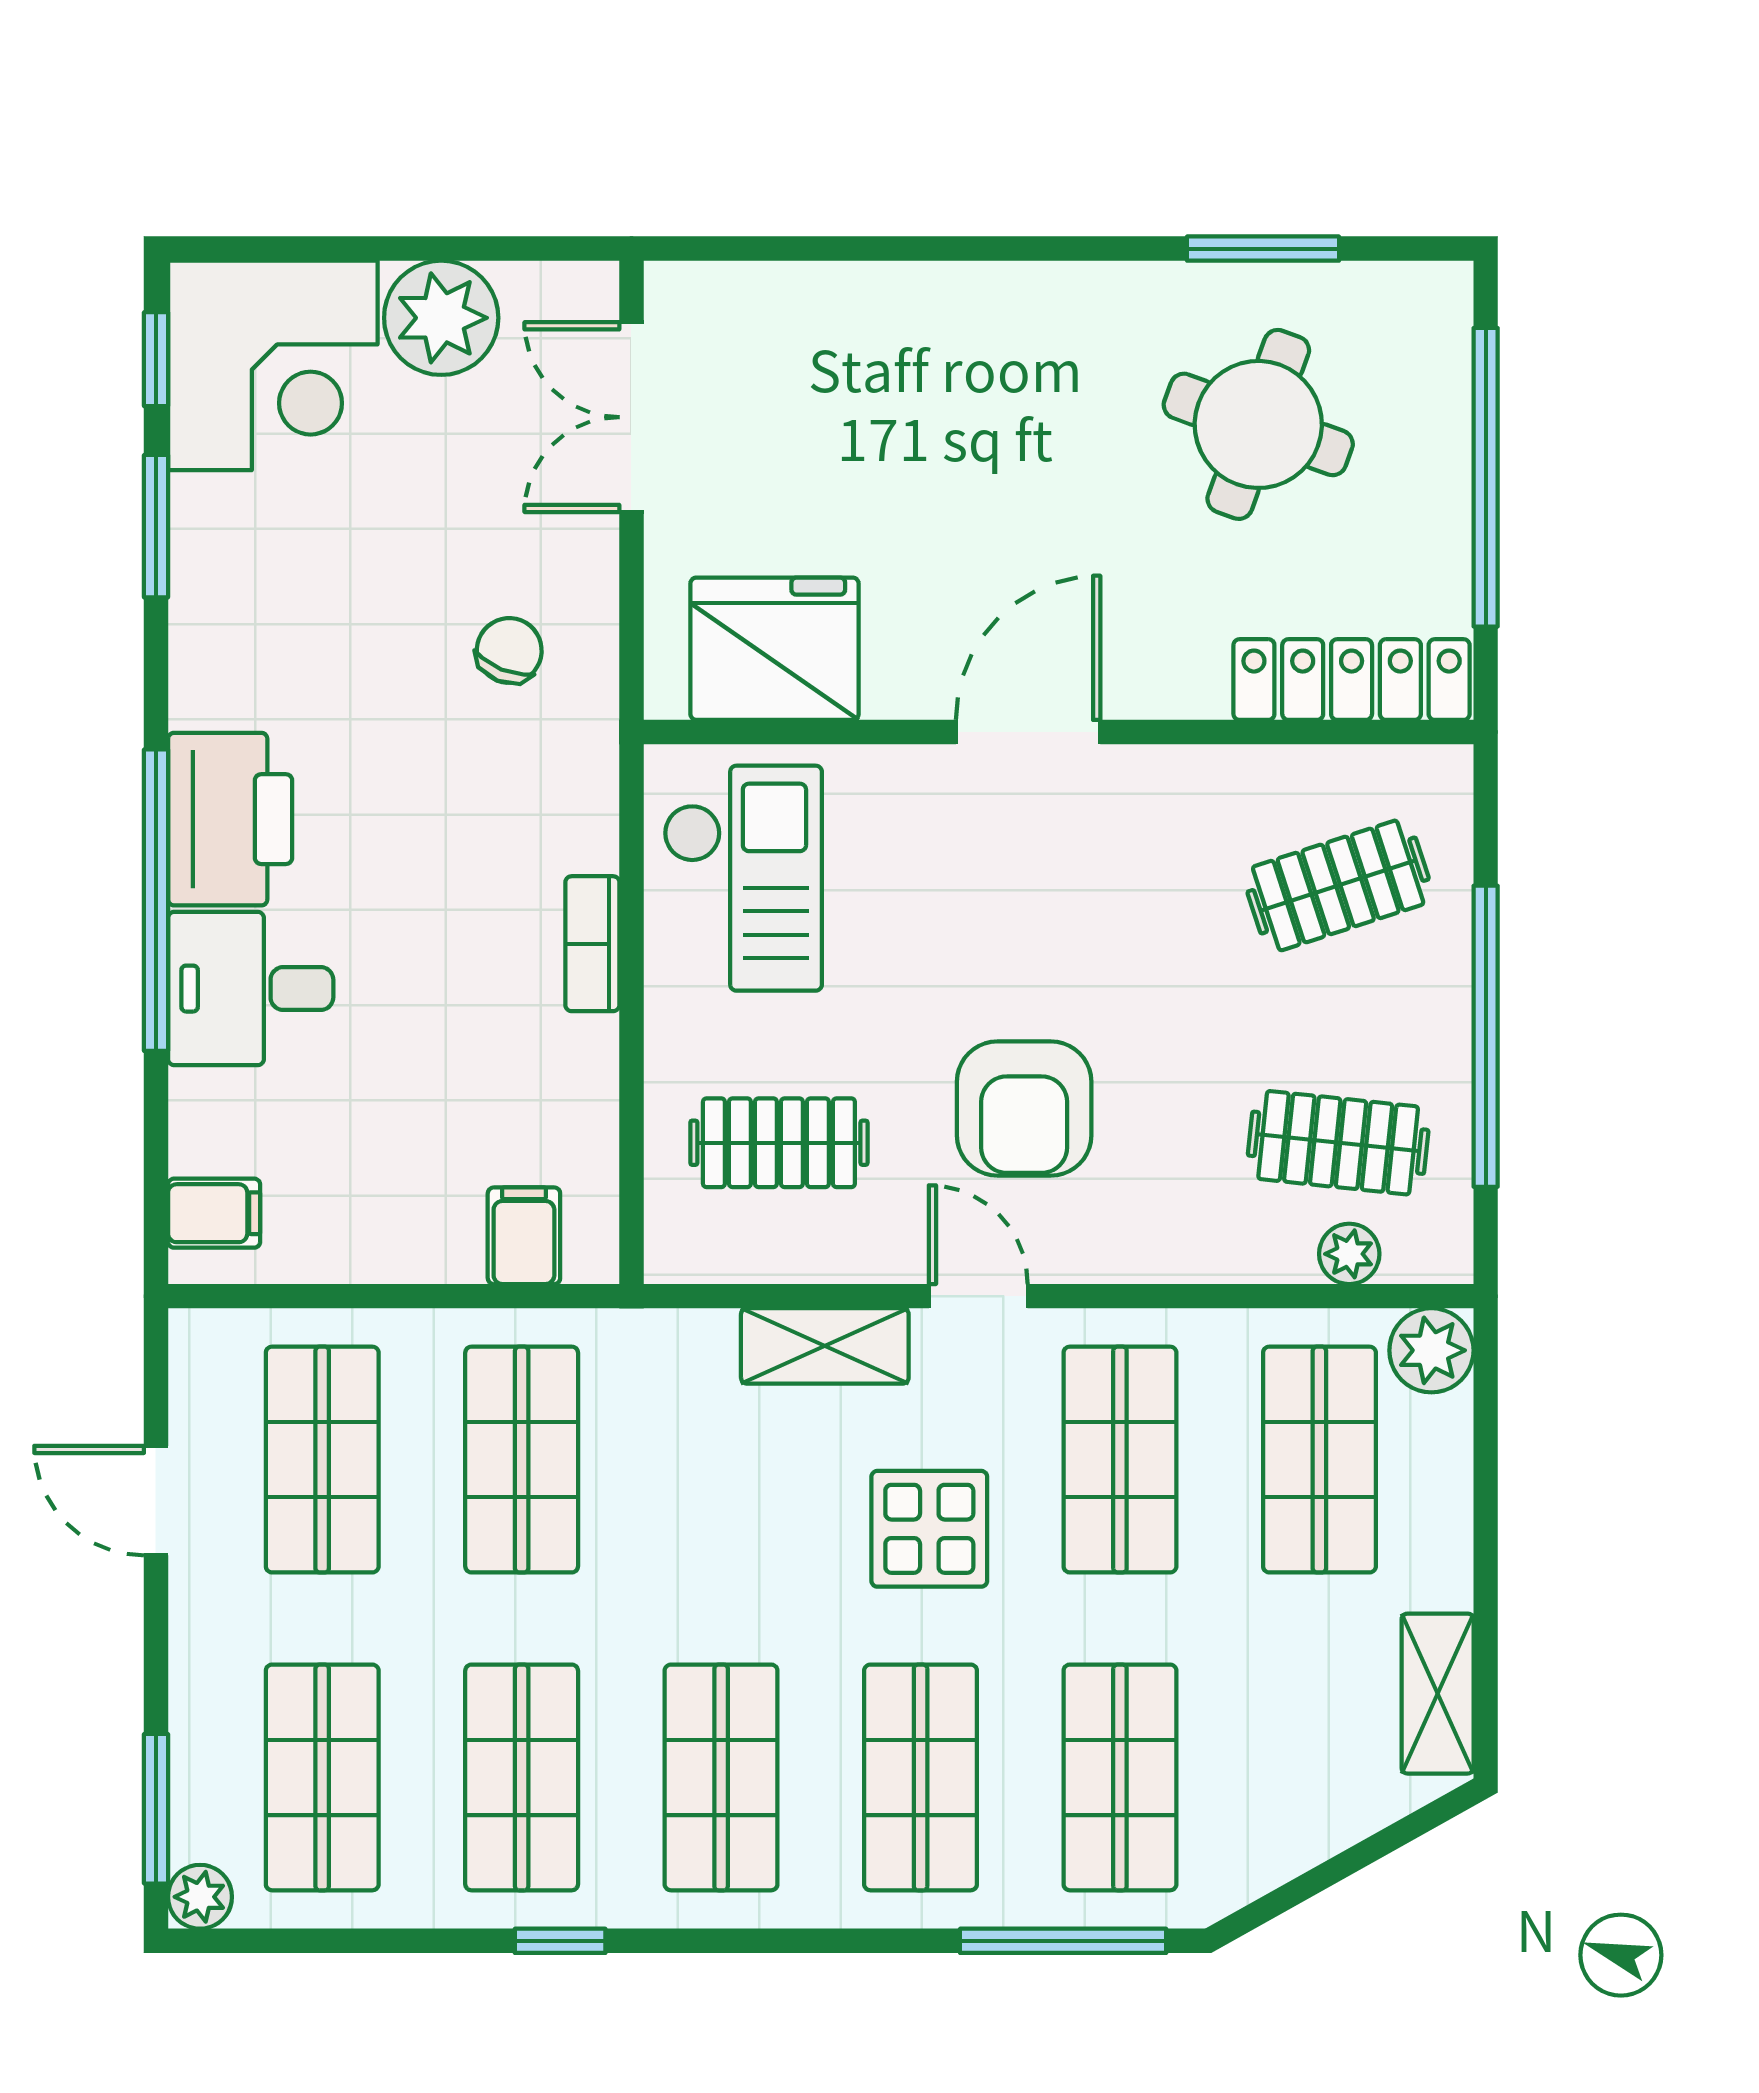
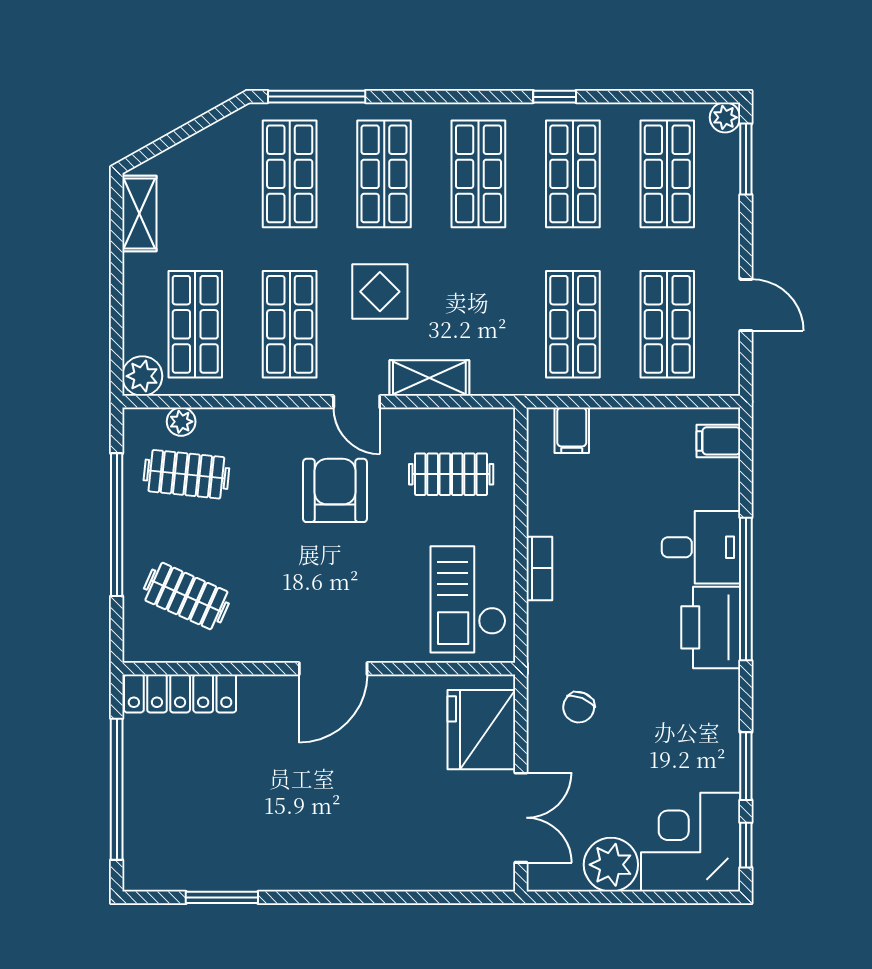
round table: (1258, 424) -> (224, 814), removed
fridge: (775, 649) -> (481, 730), moved, turned 90
clothes rail: (1338, 885) -> (186, 596), turned 42

